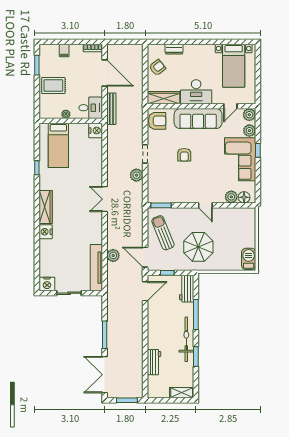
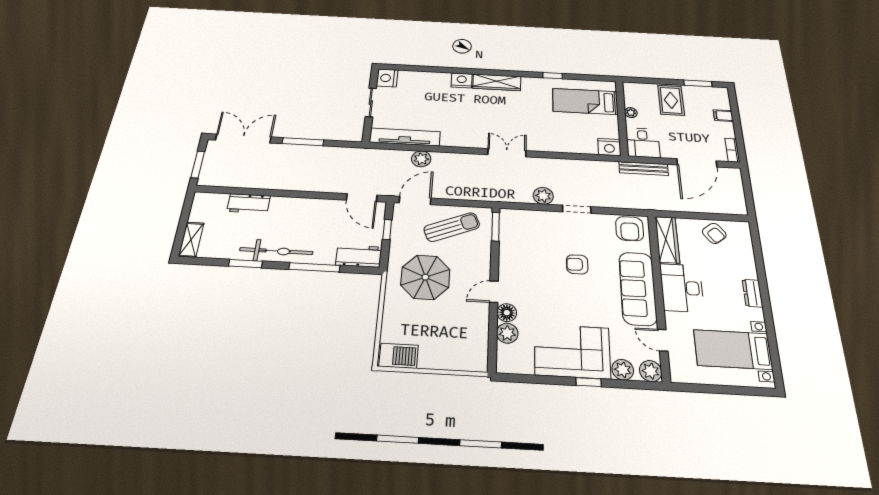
dresser: (174, 49) -> (752, 293), moved
floor lamp: (244, 197) -> (507, 313), moved

